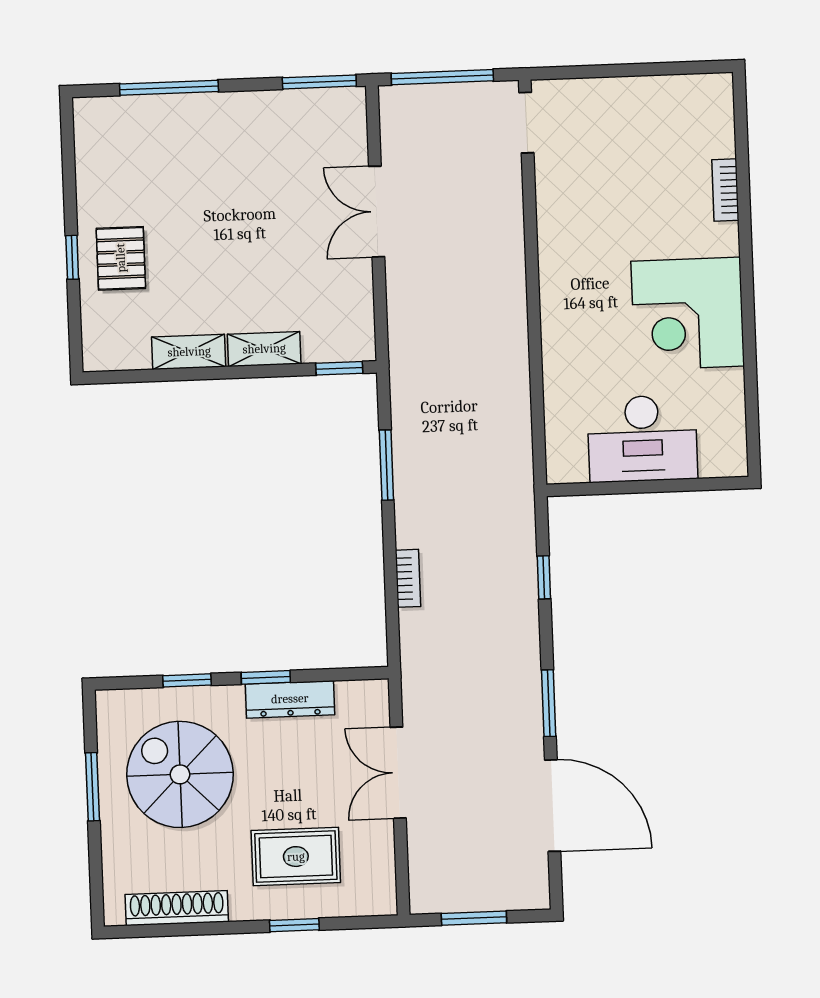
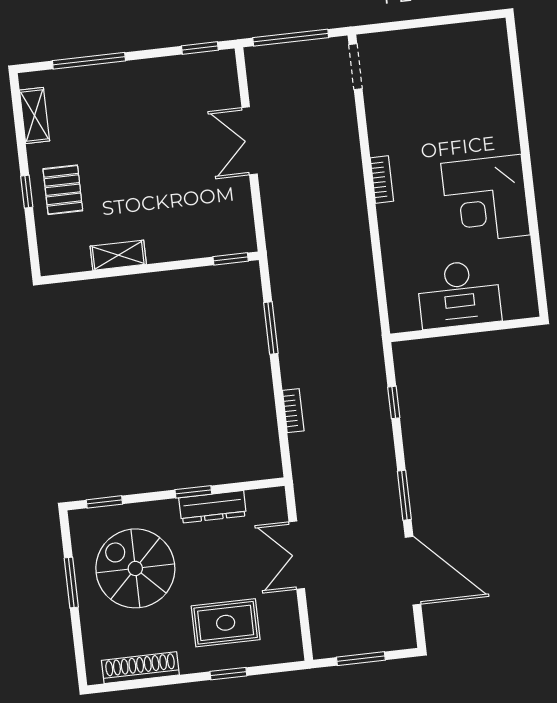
window: (319, 82) -> (200, 48), width x0.67
bookcase: (725, 190) -> (382, 180), moved, turned 180
shelving: (264, 349) -> (34, 116), moved, turned 90
window: (187, 680) -> (104, 502), moved

